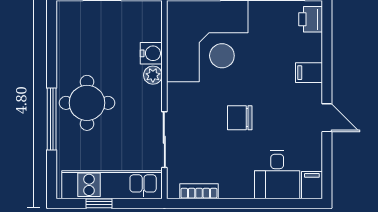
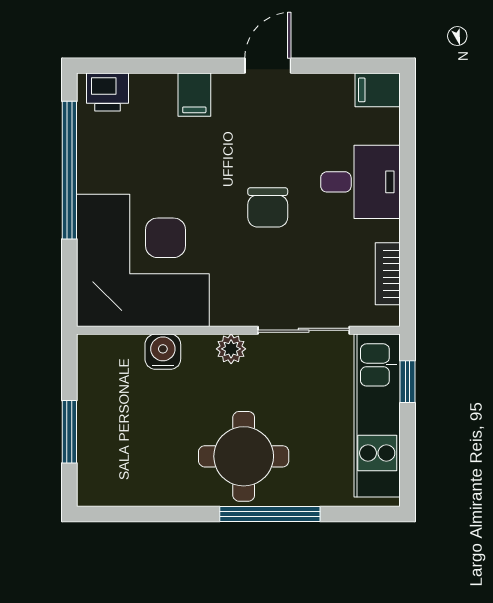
plant: (153, 75) -> (231, 349), moved
desk: (277, 175) -> (361, 182), moved
window: (99, 203) -> (408, 382), moved

